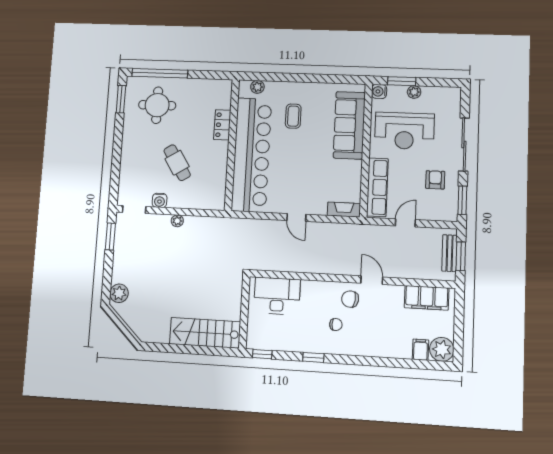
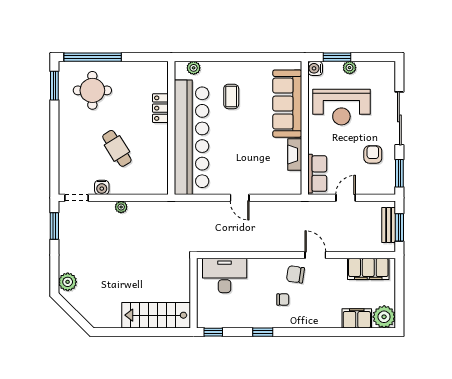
row of seats: (377, 187) -> (317, 174), width x0.68
fireplace: (344, 210) -> (295, 154), moved, turned -90
filing cabinet: (421, 350) -> (357, 318), width x2.00

